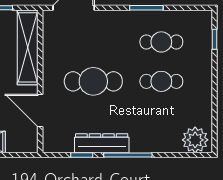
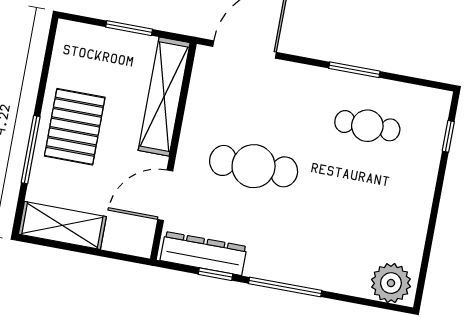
cafe table: (161, 81) -> (356, 185), removed
door: (40, 110) -> (165, 195), hinge flipped
dresser: (102, 143) -> (203, 253), moved

